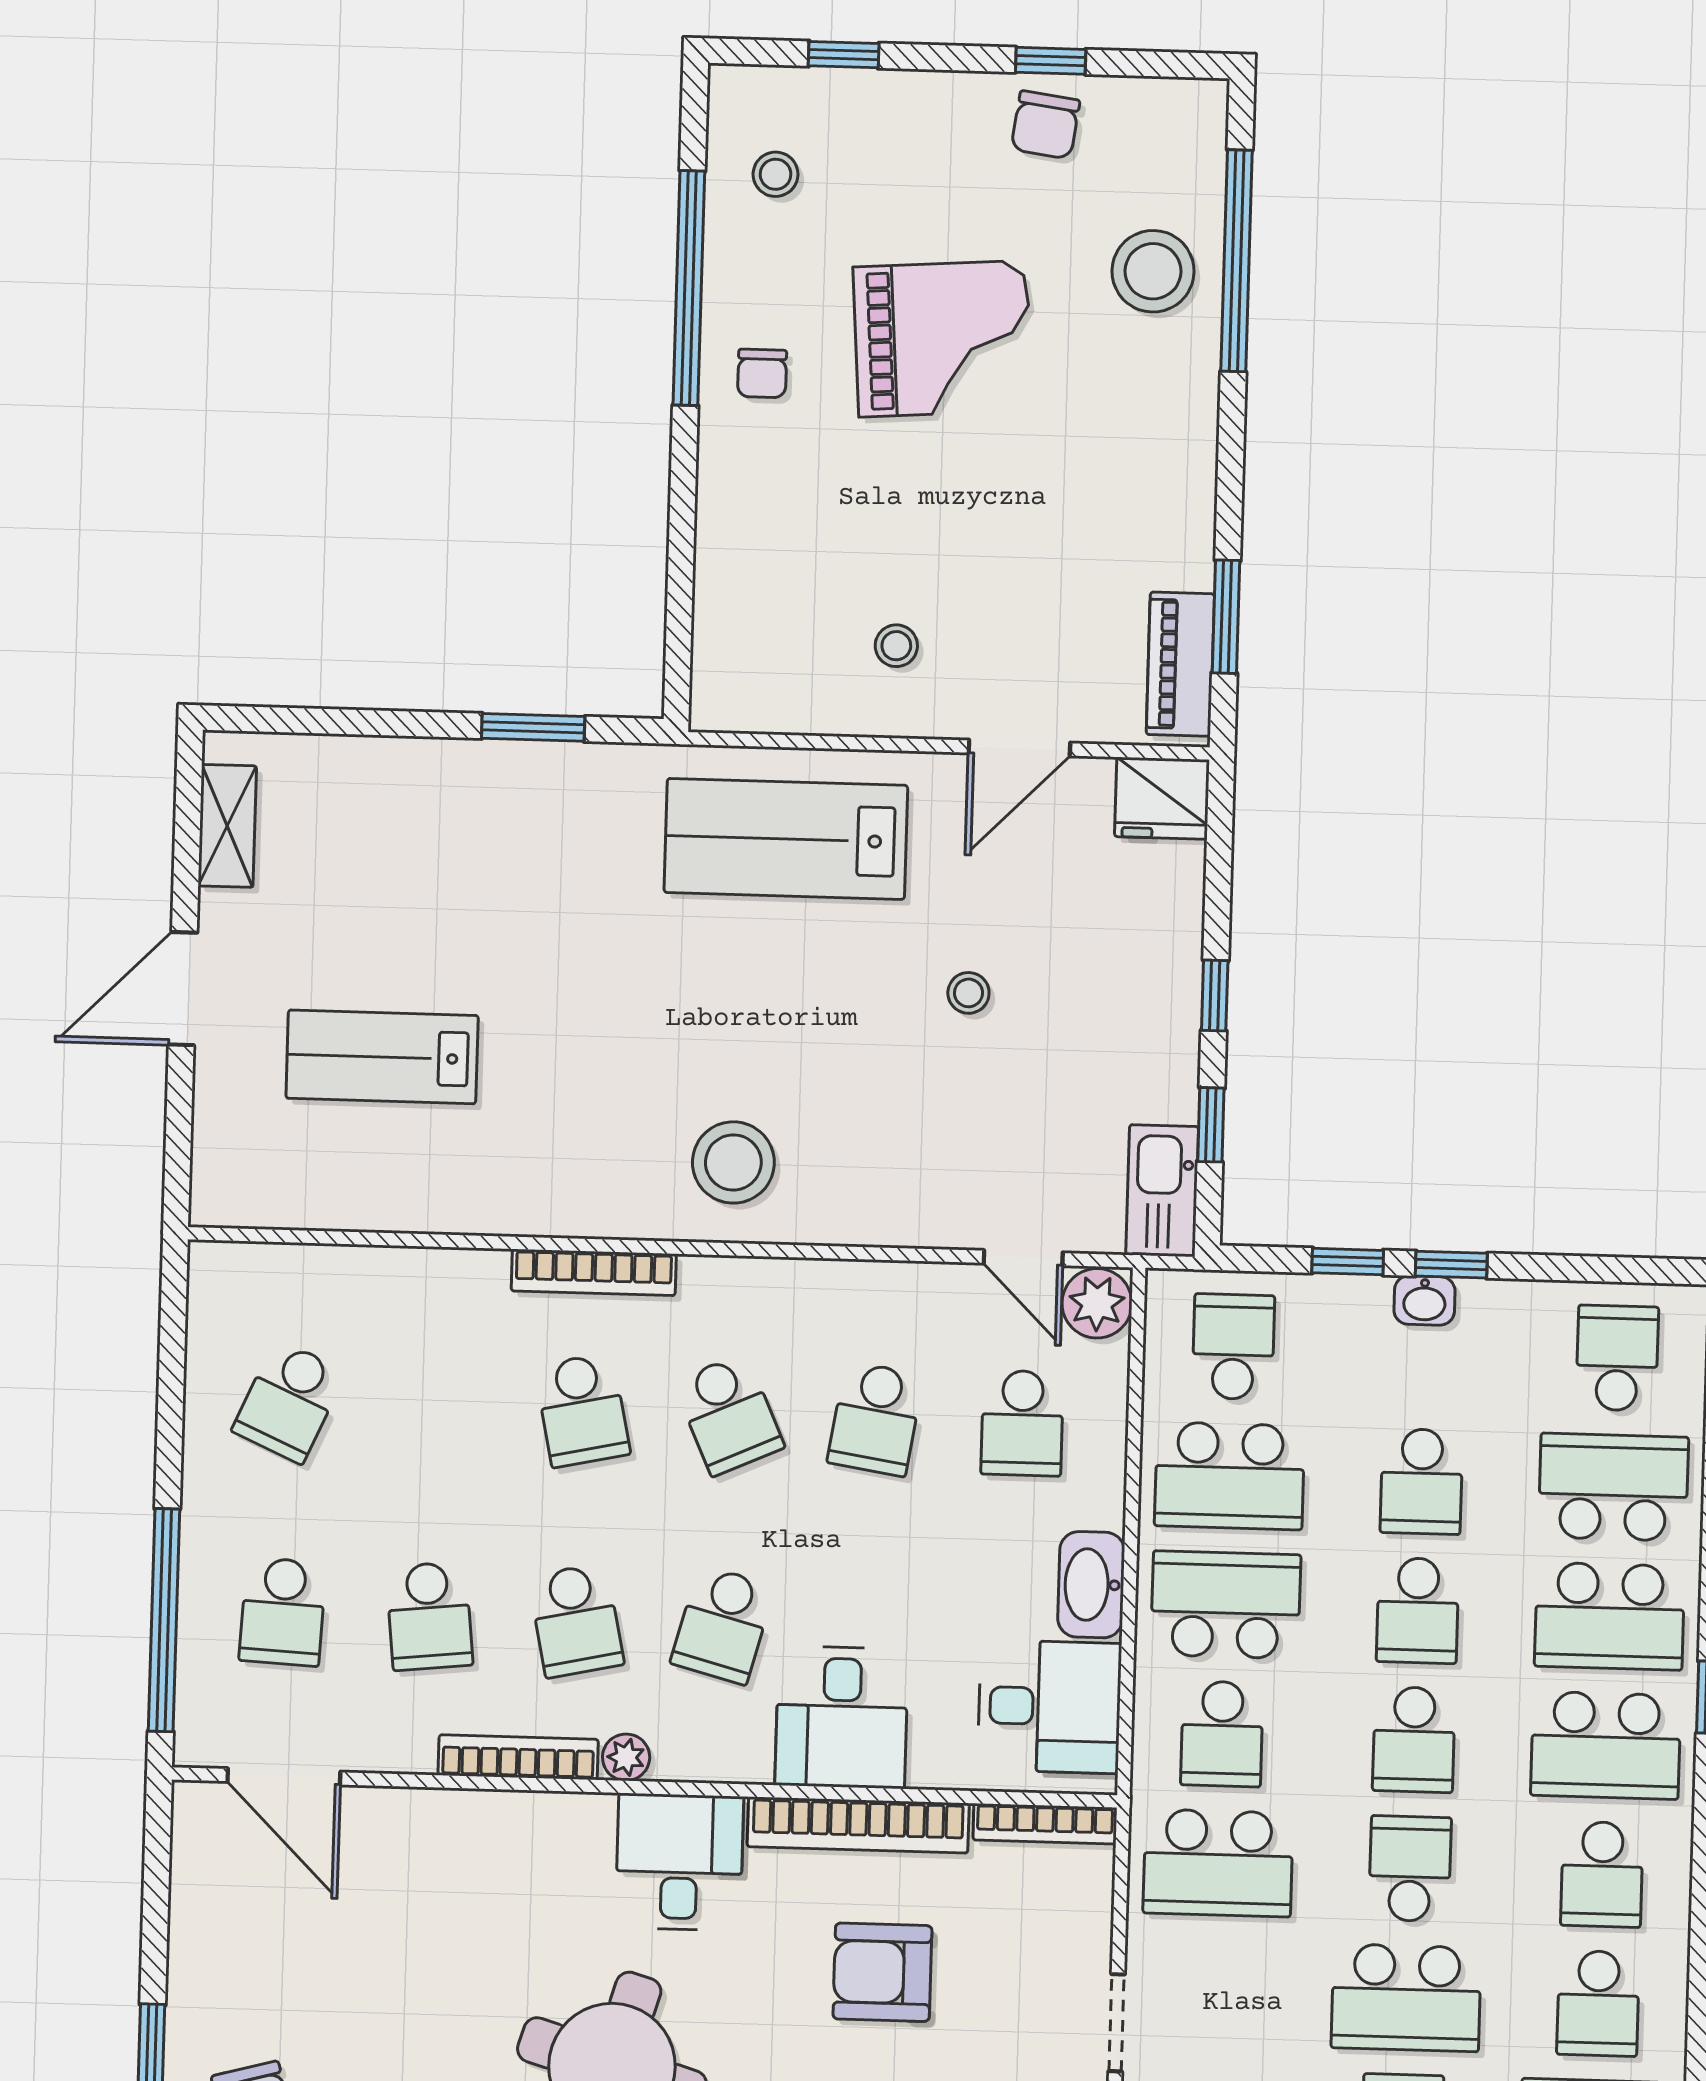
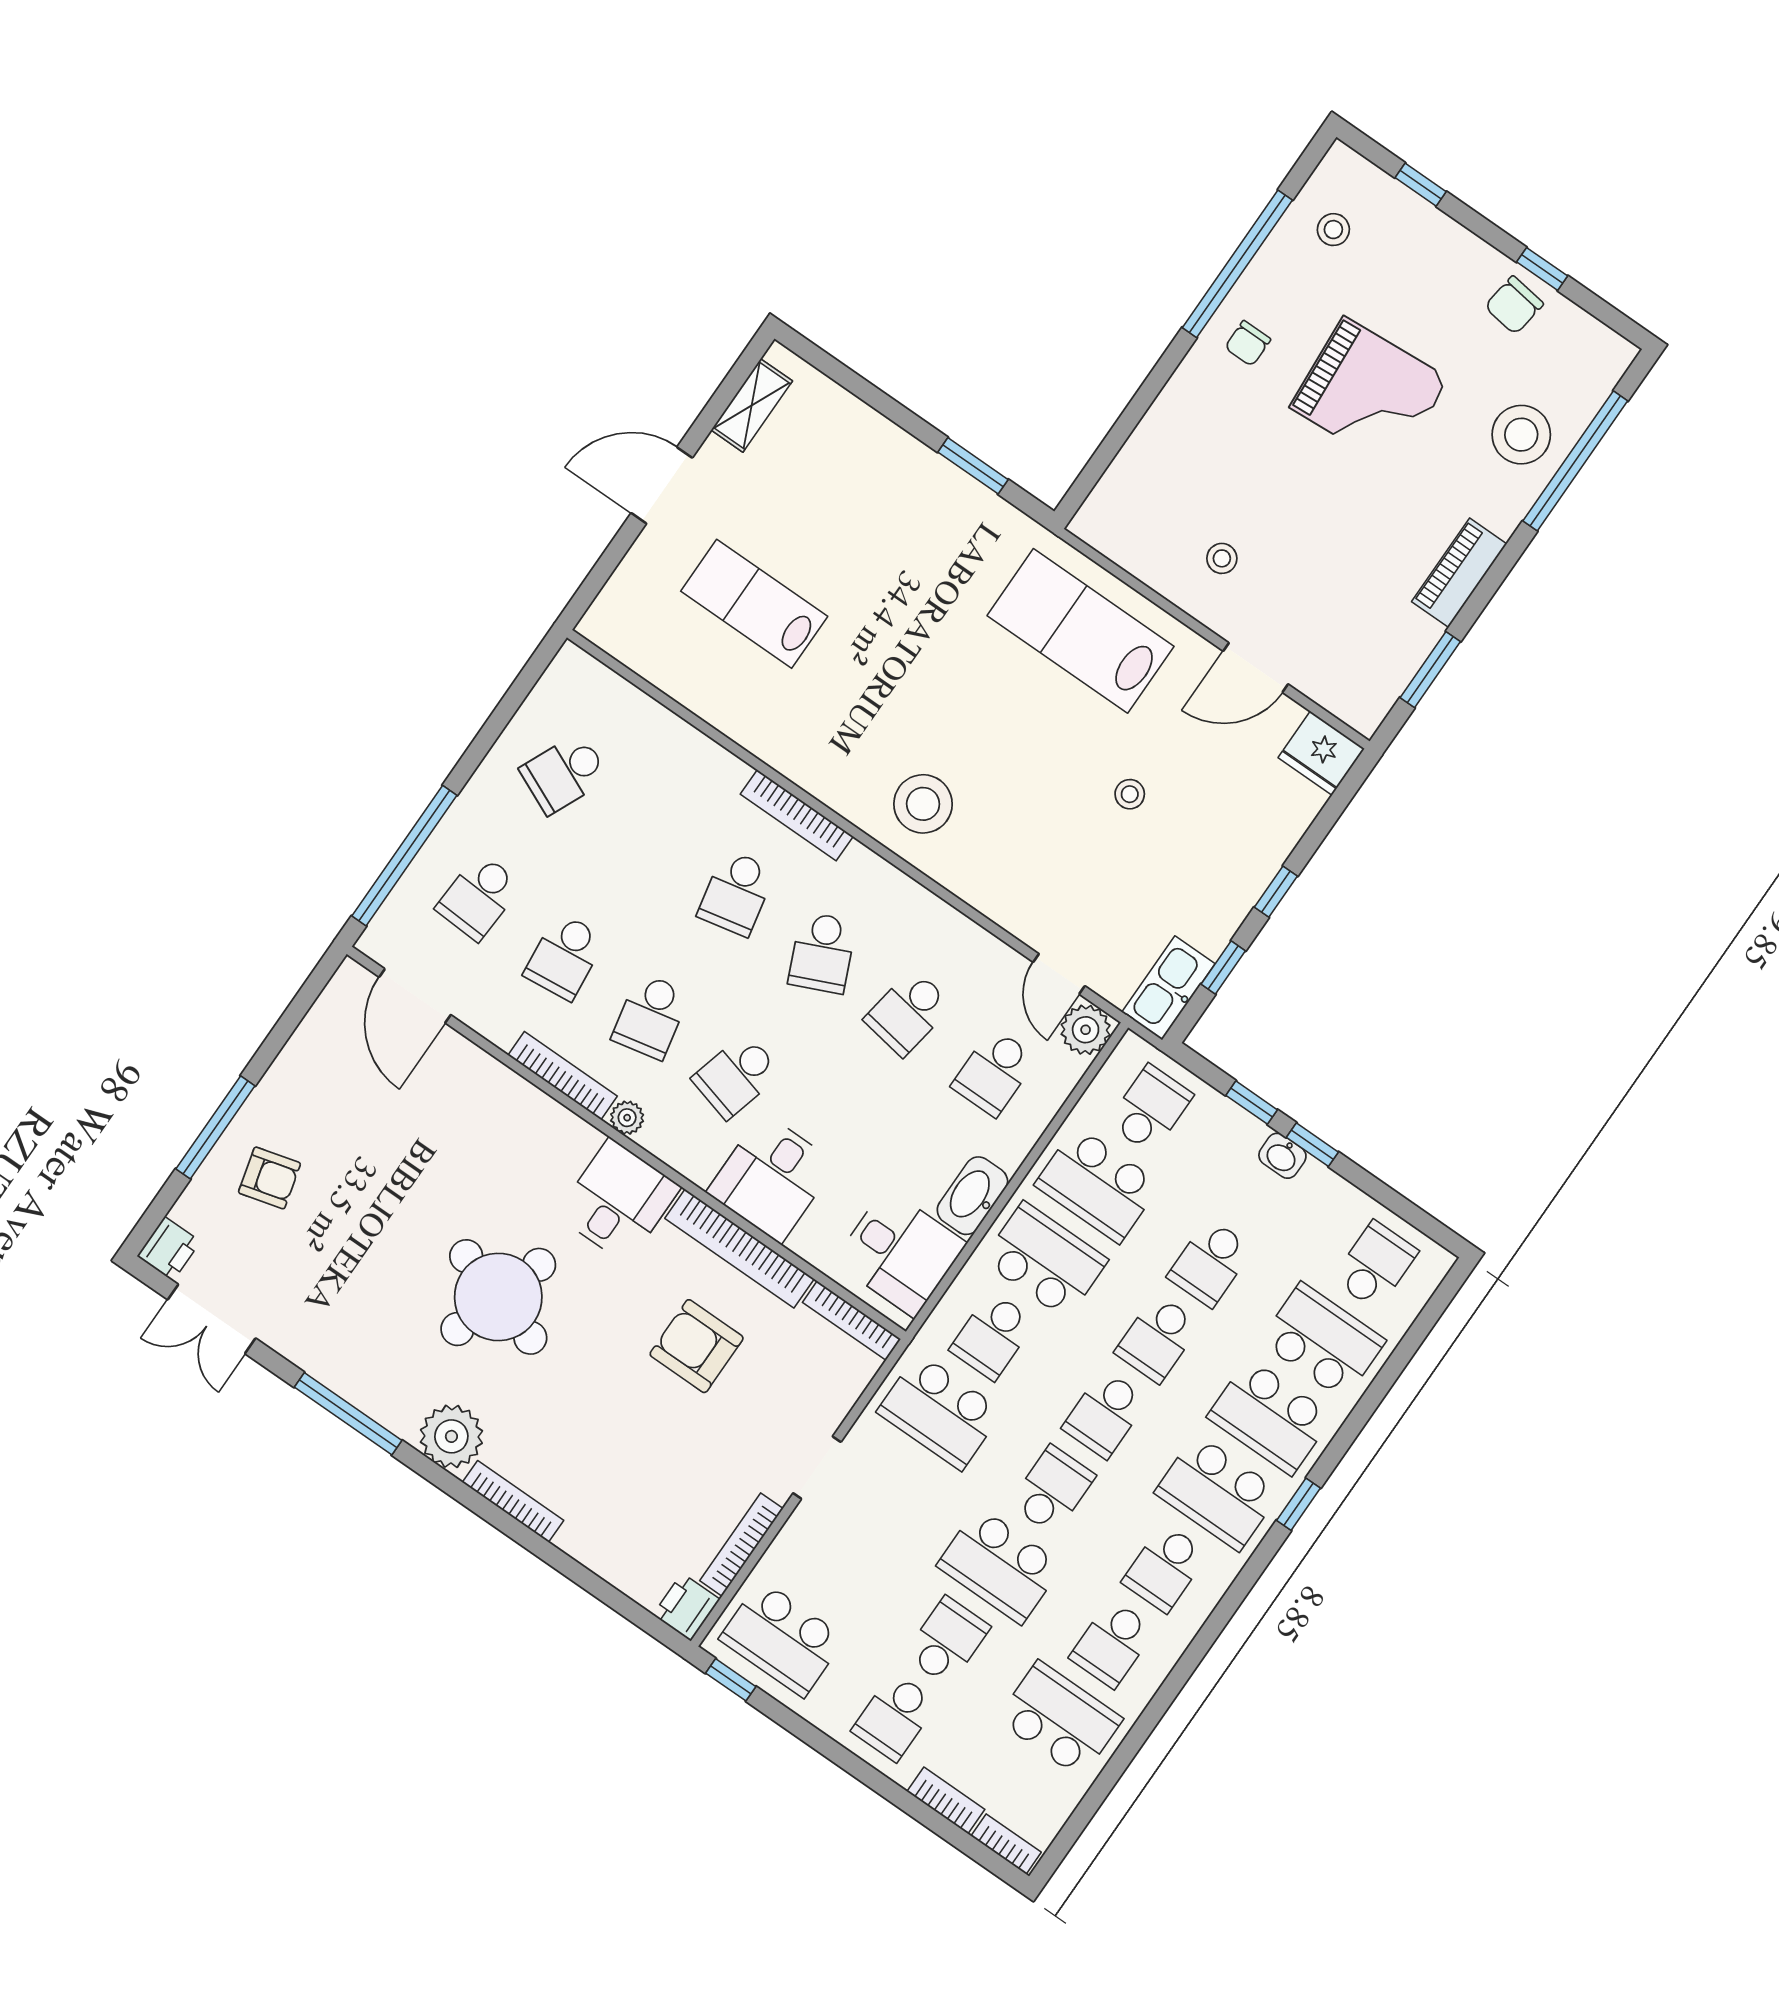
piano: (1180, 664) -> (1459, 573), moved

